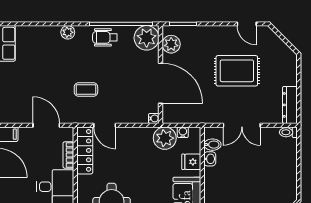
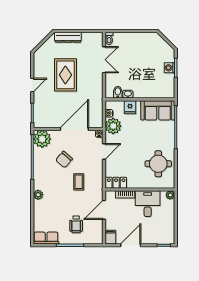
door: (247, 24) -> (32, 85), moved
wheelchair: (105, 37) -> (76, 224), moved
plant: (171, 44) -> (47, 122), removed
chair: (118, 69) -> (64, 159), added
dresser: (290, 105) -> (68, 37), moved
door: (105, 125) -> (104, 151), moved
double door: (242, 125) -> (104, 60), moved
locker: (85, 150) -> (116, 183), width x0.66

